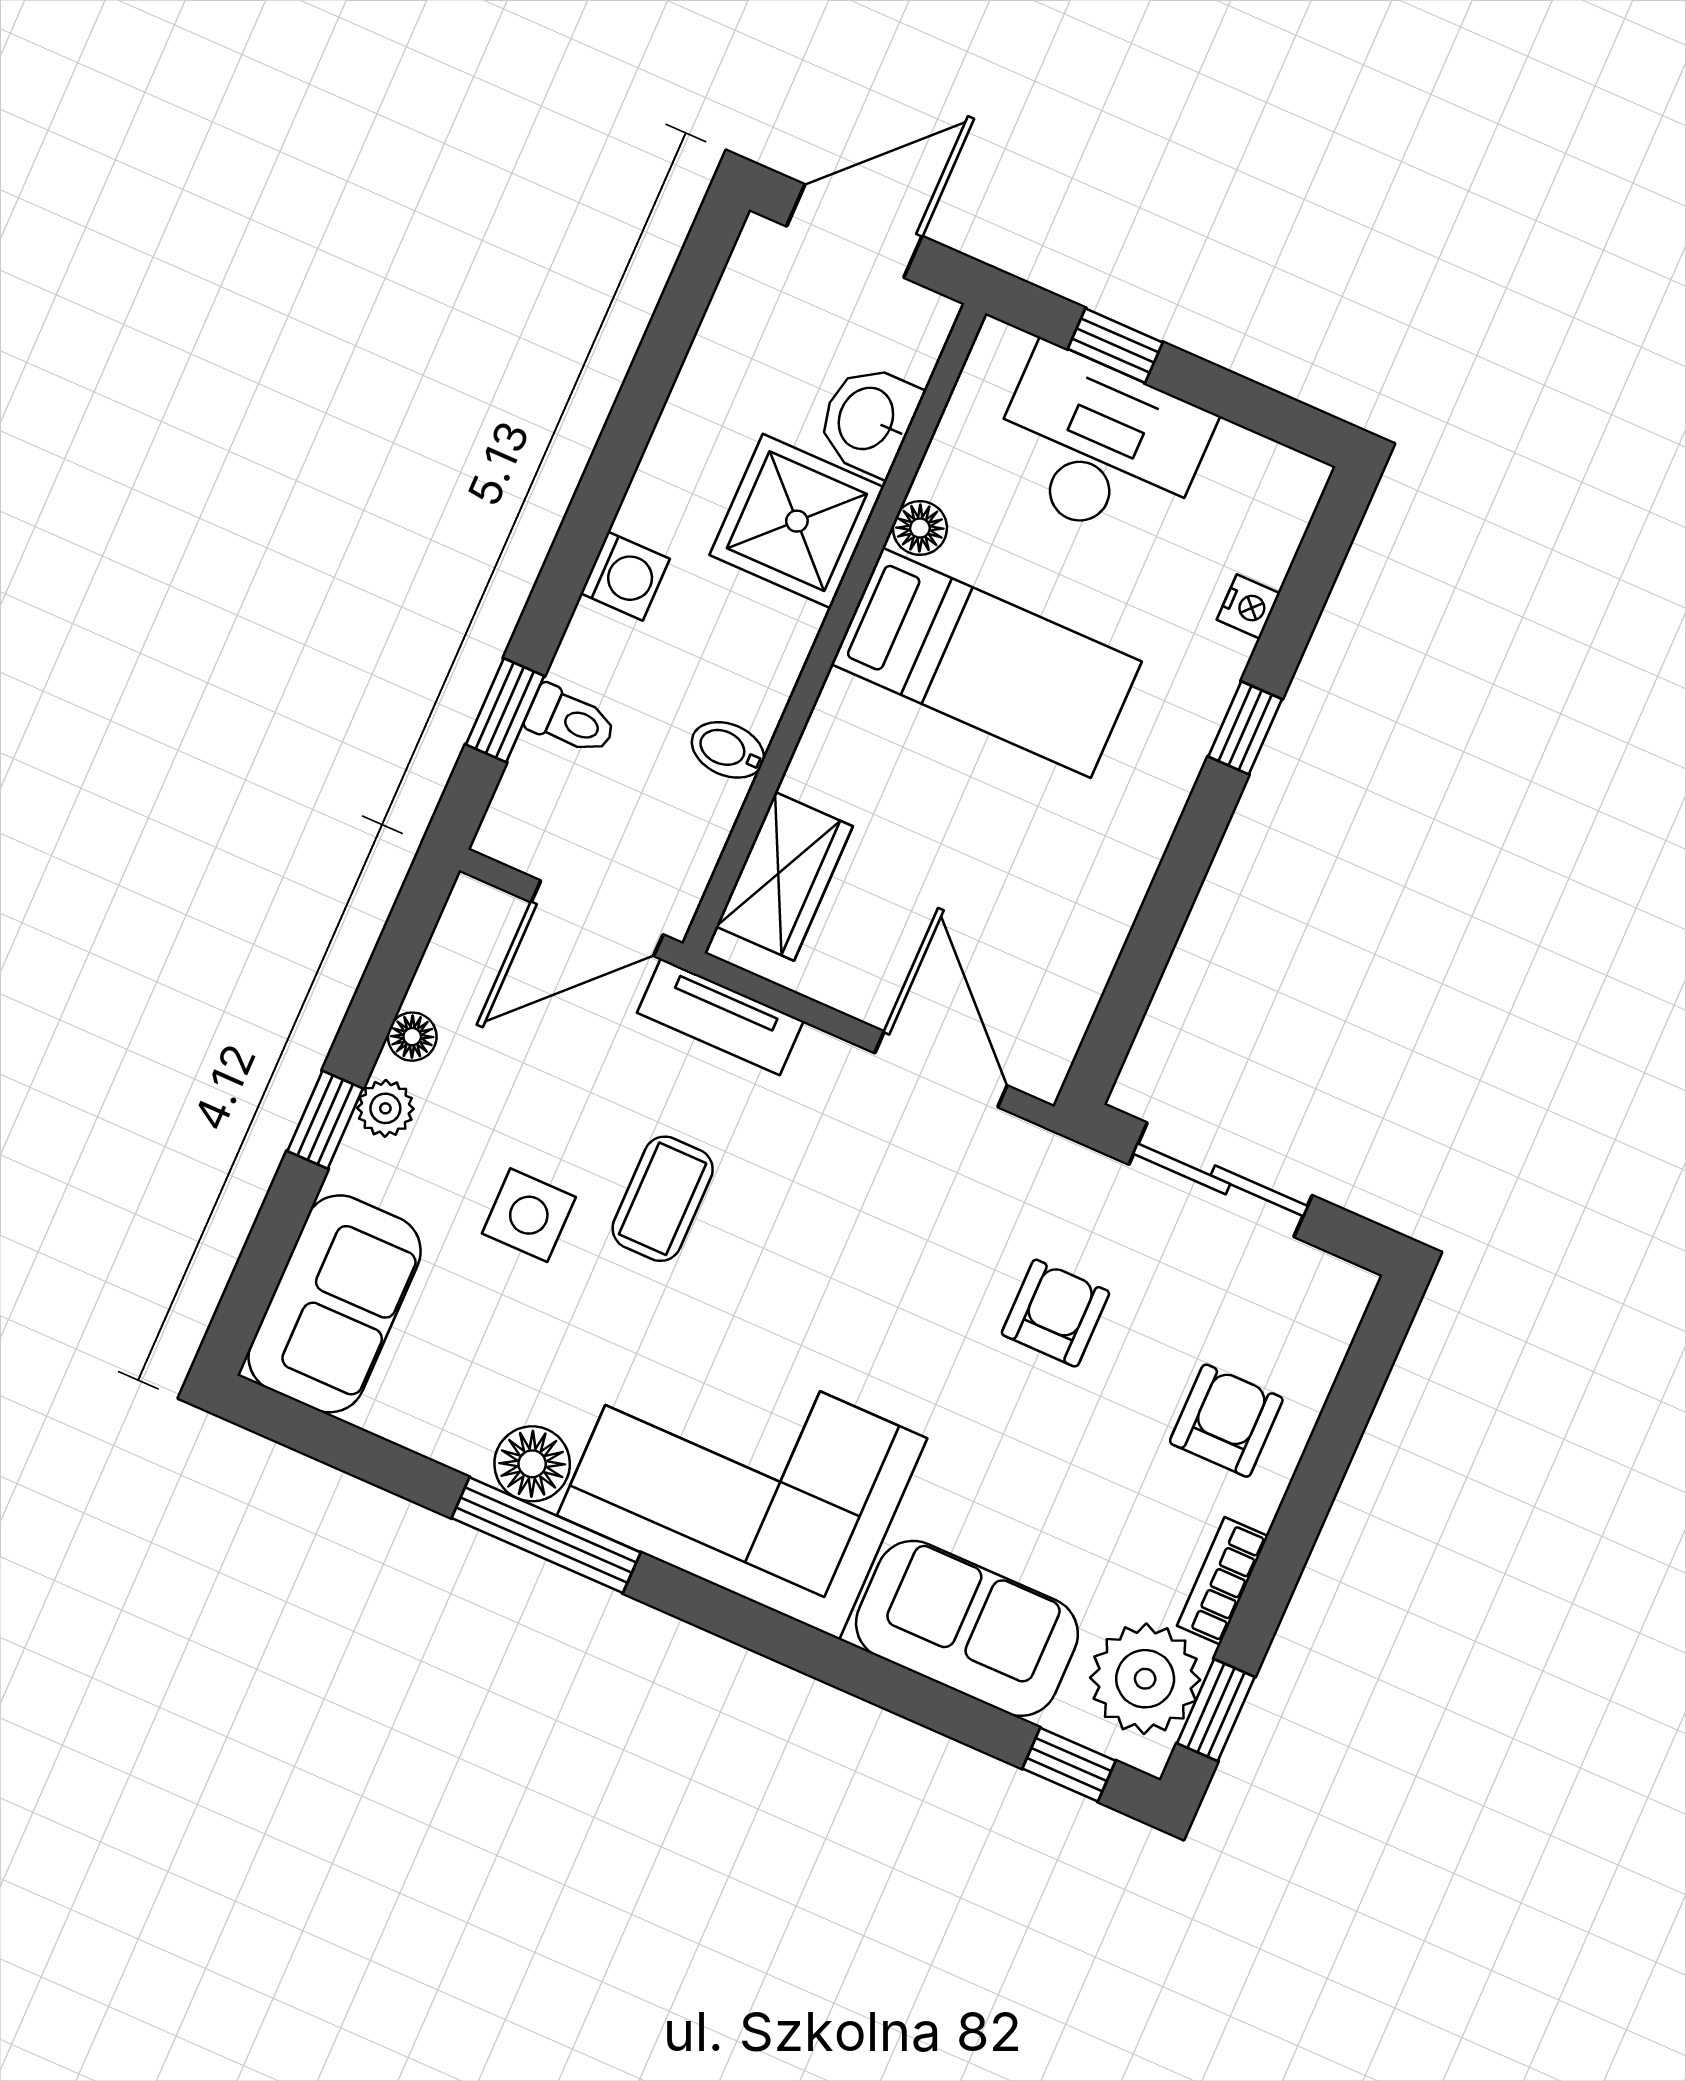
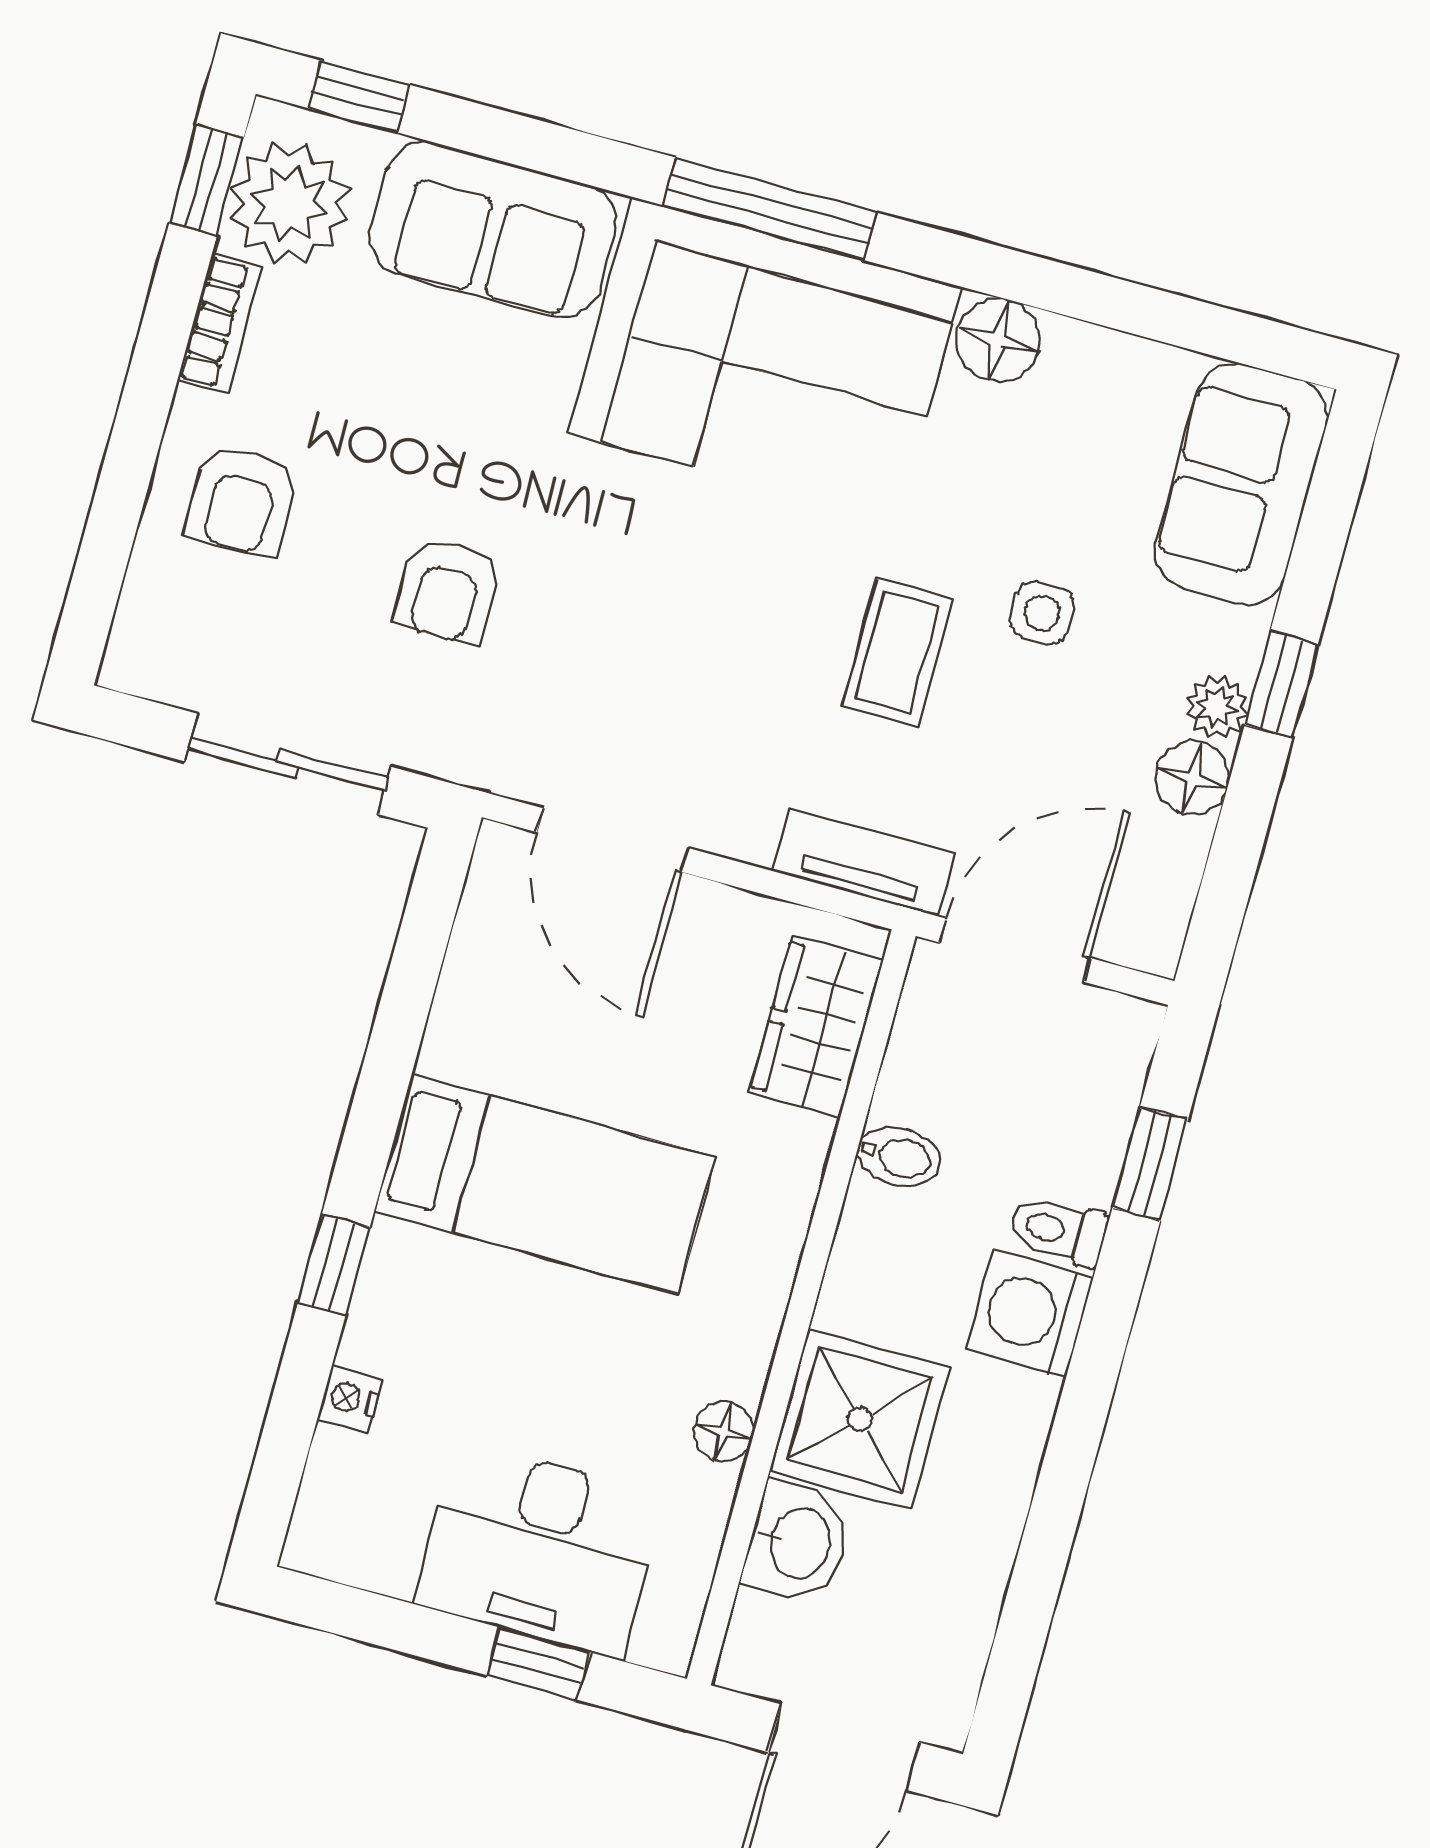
washing machine: (625, 576) -> (1030, 1313), width x1.38, depth x1.38
bed: (986, 663) -> (545, 1184), moved, turned 180
toilet: (571, 720) -> (1058, 1231), moved
floor lamp: (412, 1037) -> (1192, 778), width x1.37, depth x1.37
side table: (529, 1215) -> (1042, 613), width x0.73, depth x0.73
window: (546, 1535) -> (770, 209), moved

